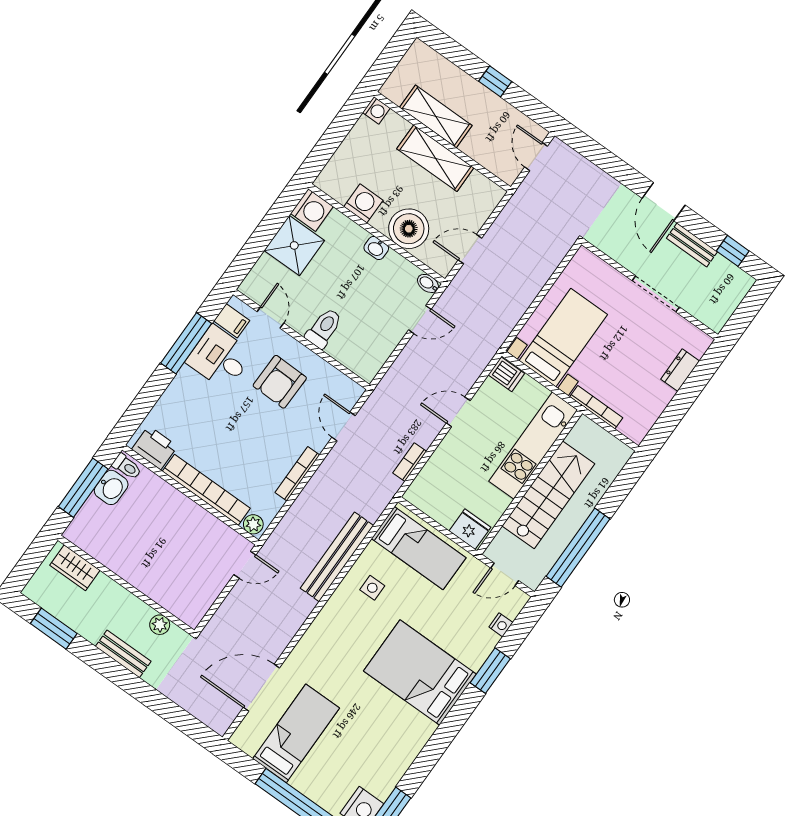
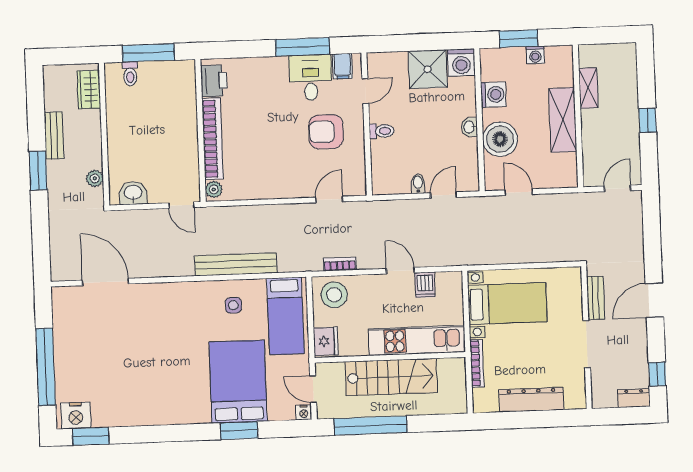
washing machine: (376, 110) -> (535, 55), moved
shelving: (436, 116) -> (588, 88), width x0.67, depth x0.75
window: (330, 141) -> (519, 39), added
bench: (692, 245) -> (596, 298), moved
bidet: (428, 283) -> (418, 184), moved
dresser: (738, 289) -> (634, 398), added
door: (420, 319) -> (443, 195), swing flipped
toilet: (324, 328) -> (382, 131), width x0.73, depth x0.72
dresser: (680, 370) -> (531, 400), width x1.96, depth x1.24
dishwasher: (506, 374) -> (425, 285), moved
toilet: (127, 467) -> (130, 74), moved
bookcase: (297, 474) -> (272, 193), removed
washbasin: (111, 487) -> (133, 193), moved, turned 180
stool: (434, 489) -> (334, 295), added
nightstand: (501, 625) -> (304, 412), moved
window: (54, 629) -> (38, 171), moved
bench: (123, 654) -> (54, 135), moved
bed: (420, 673) -> (238, 382), moved
bed: (296, 733) -> (92, 330), removed

